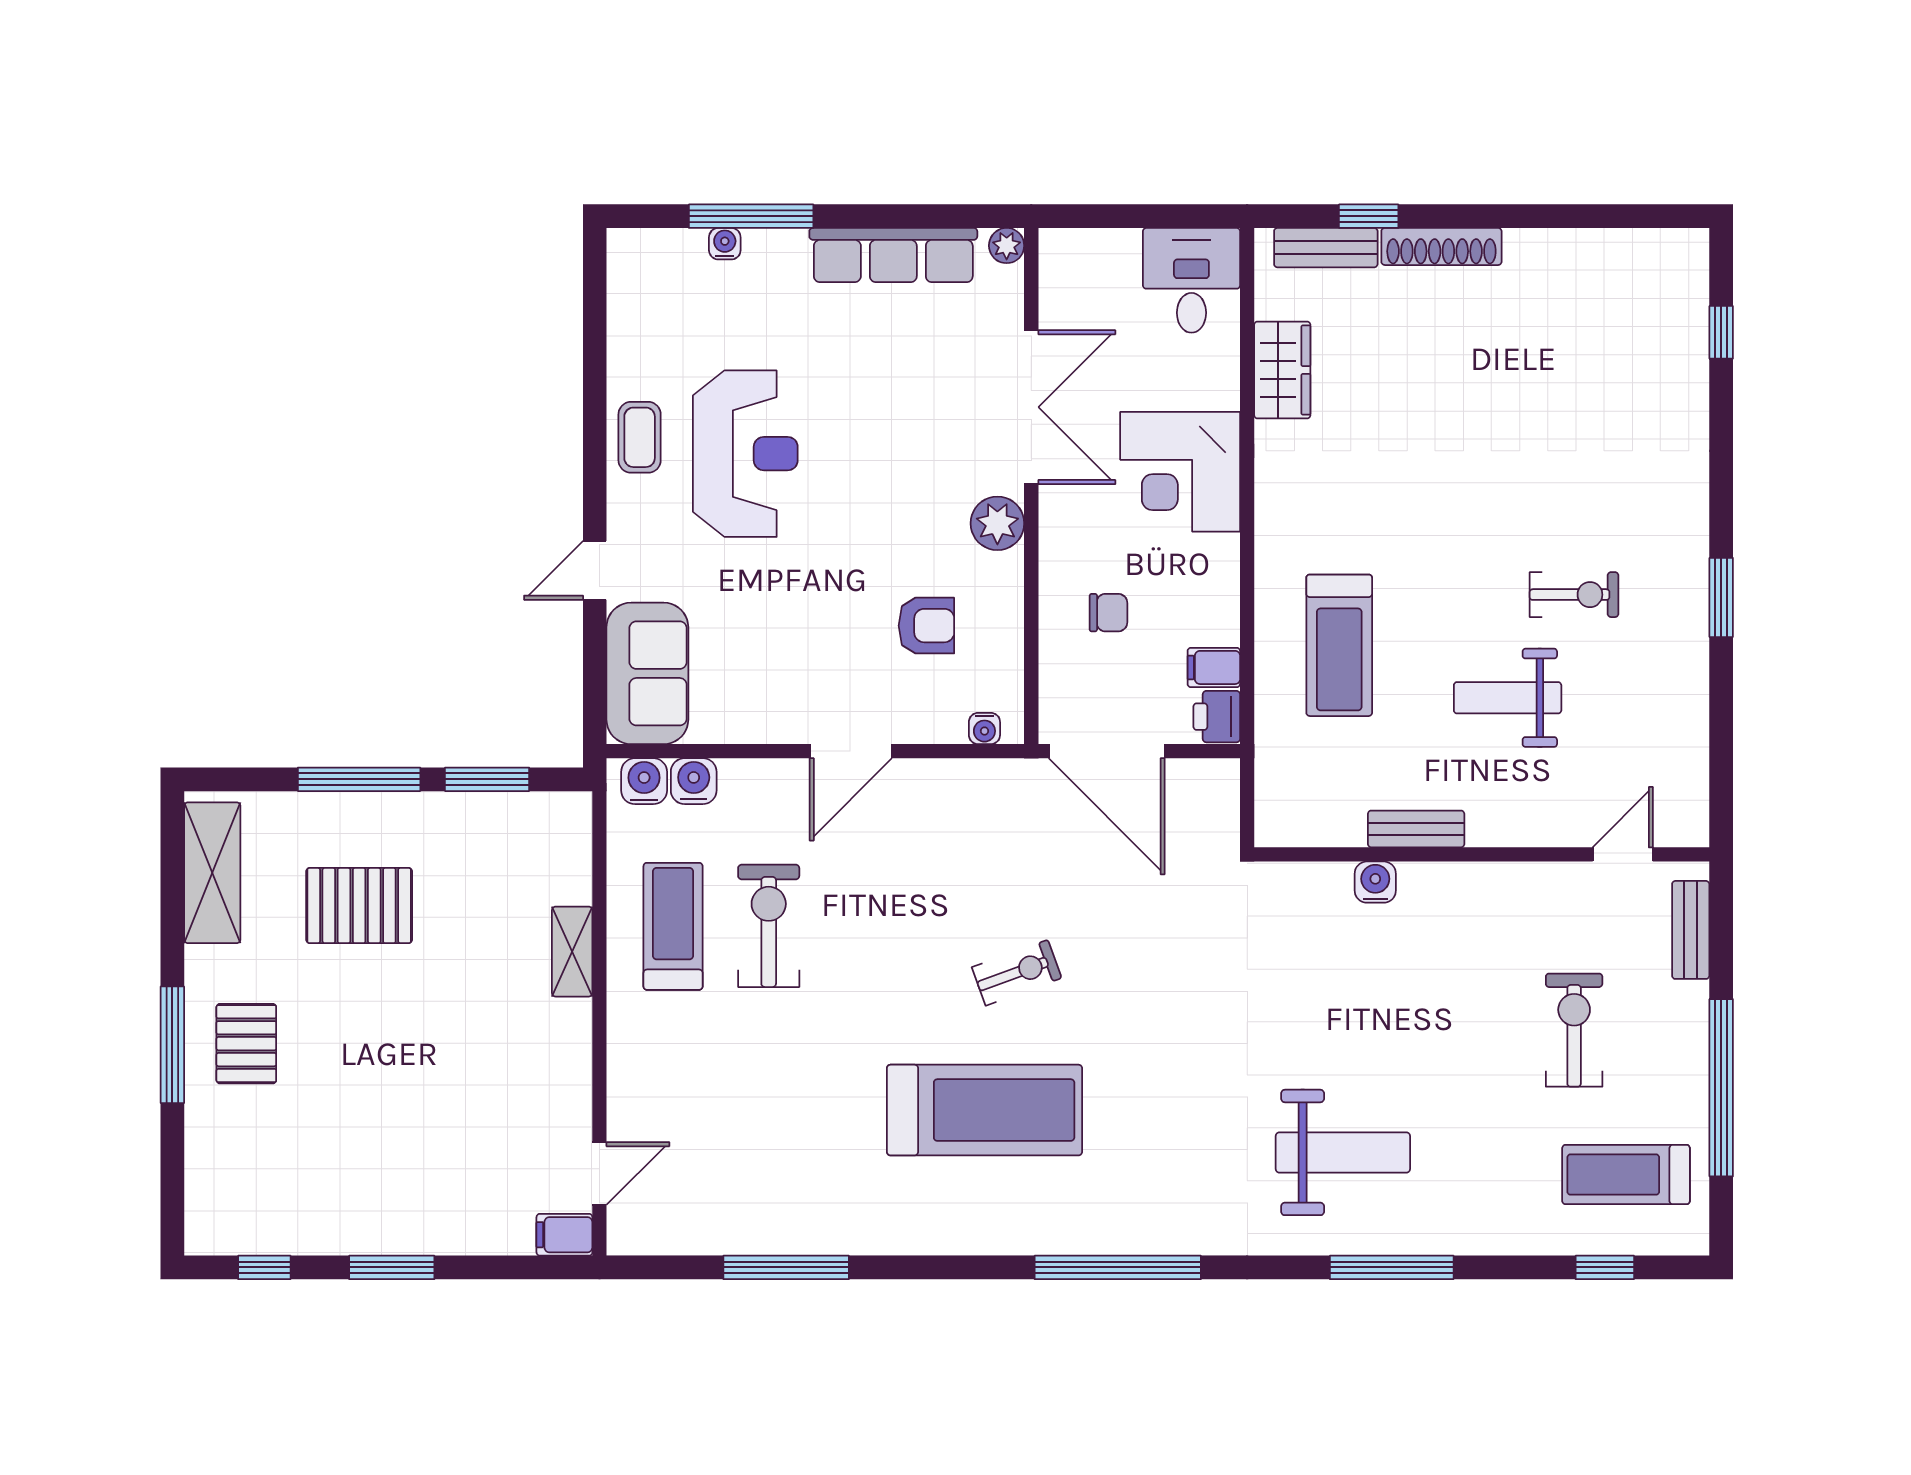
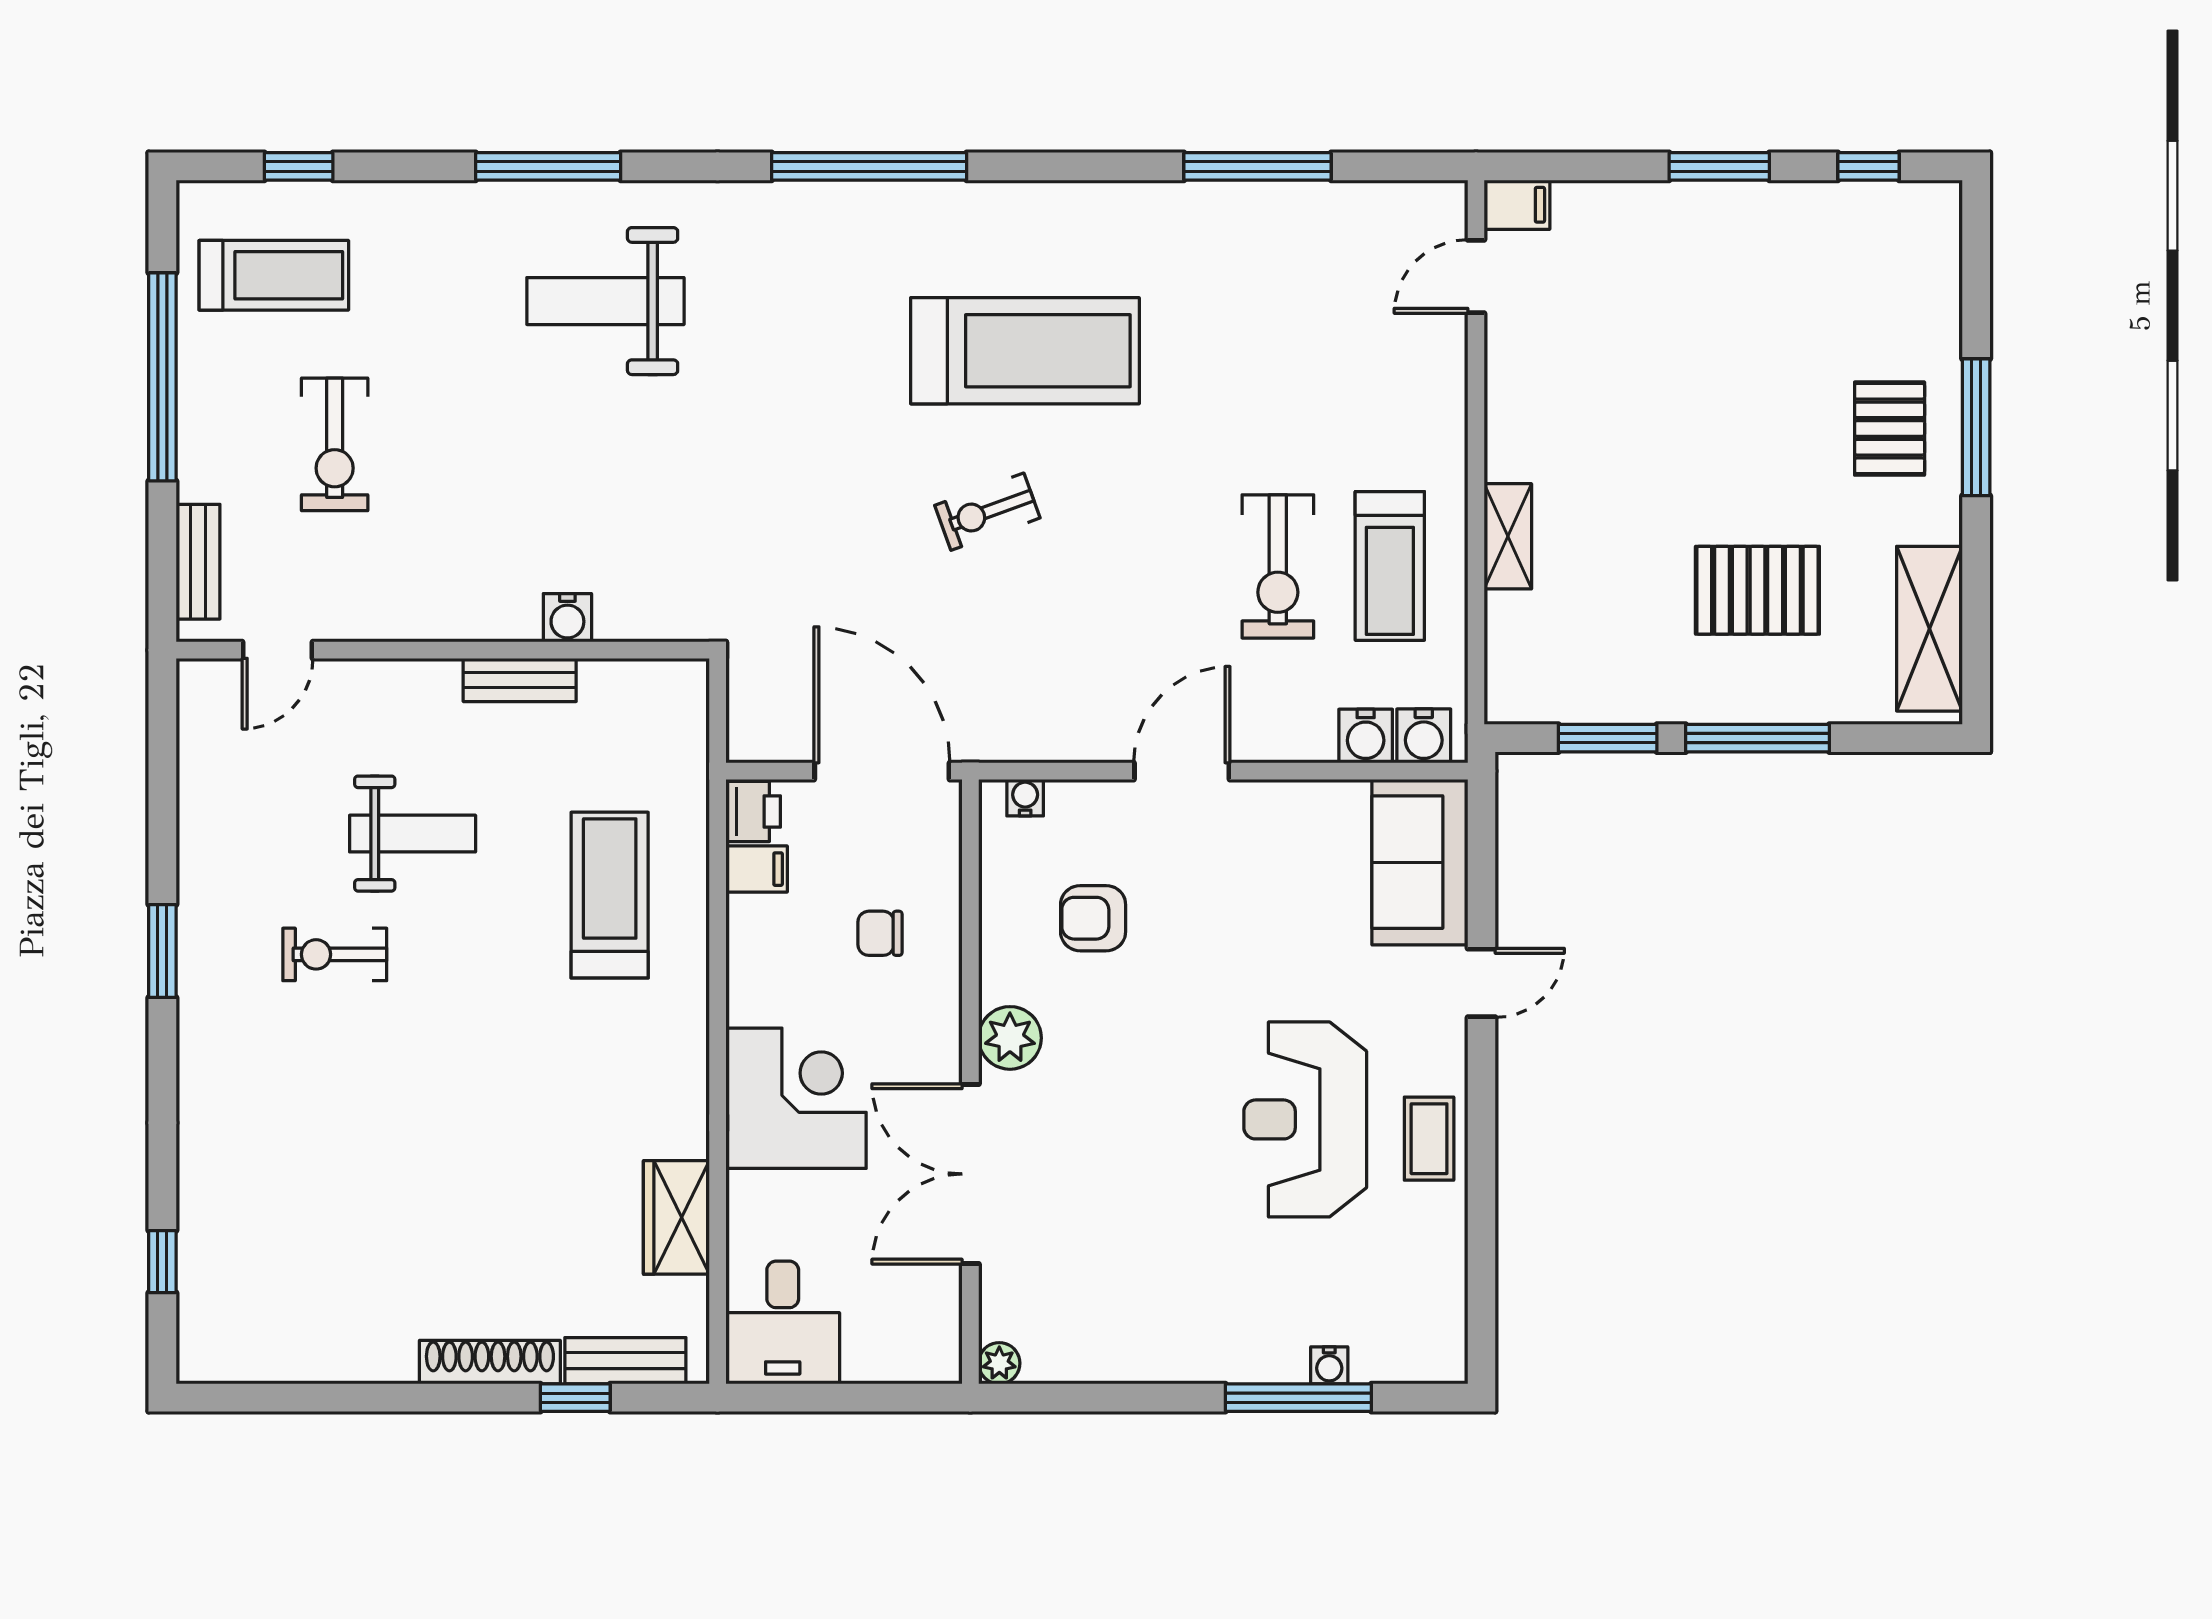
row of seats: (893, 255) -> (1132, 1352), removed
treadmill: (985, 1110) -> (1025, 351), turned 180

